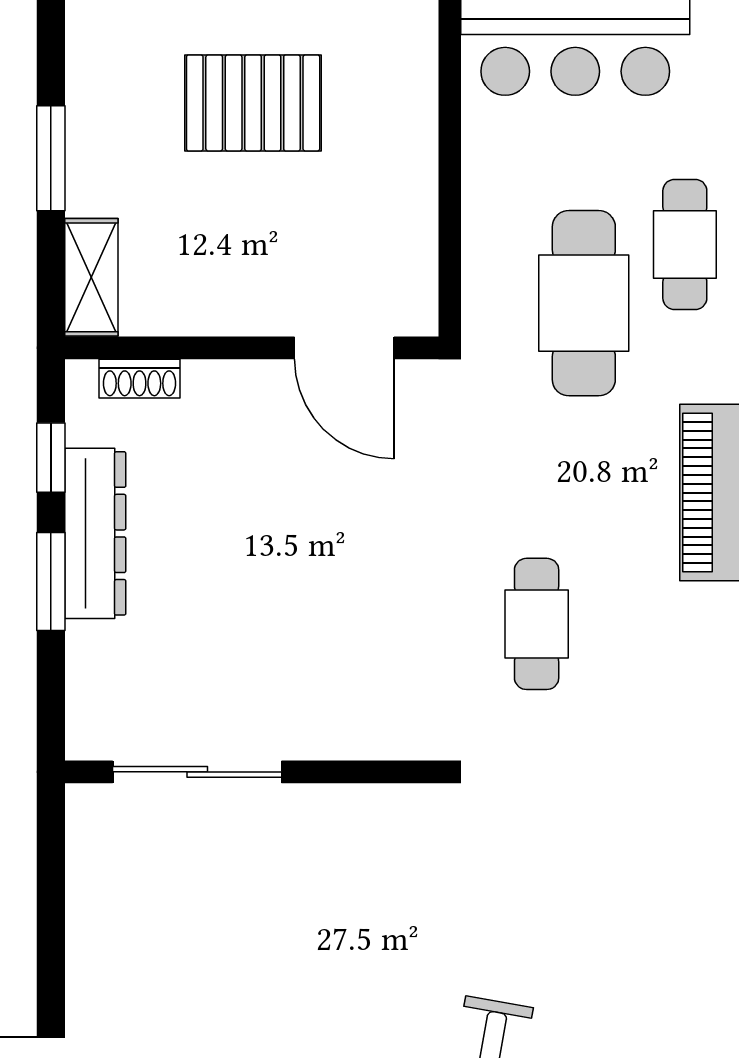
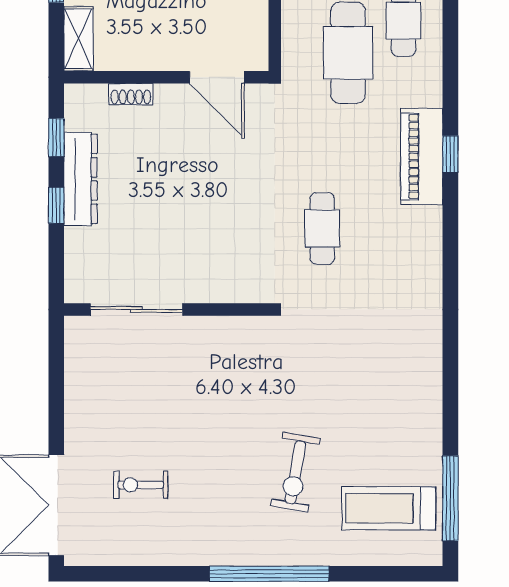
shoe rack: (139, 379) -> (131, 94), moved
window: (51, 581) -> (56, 205), width x0.67

